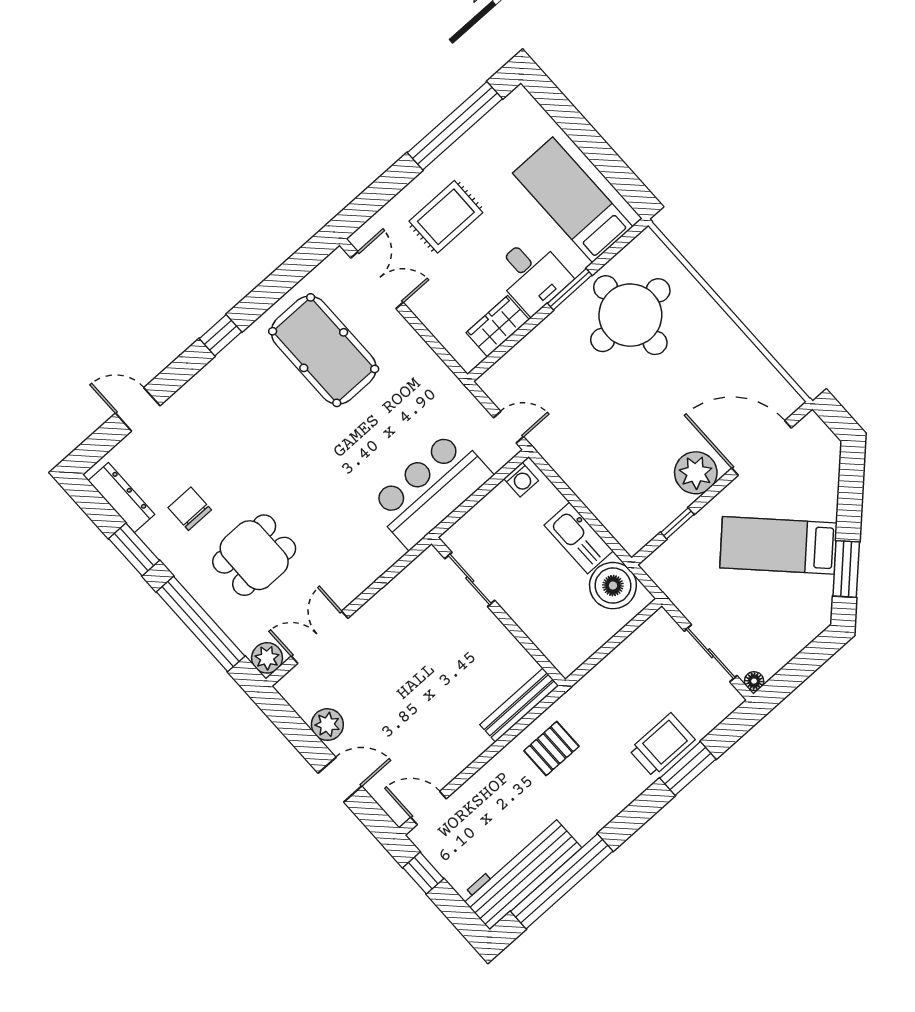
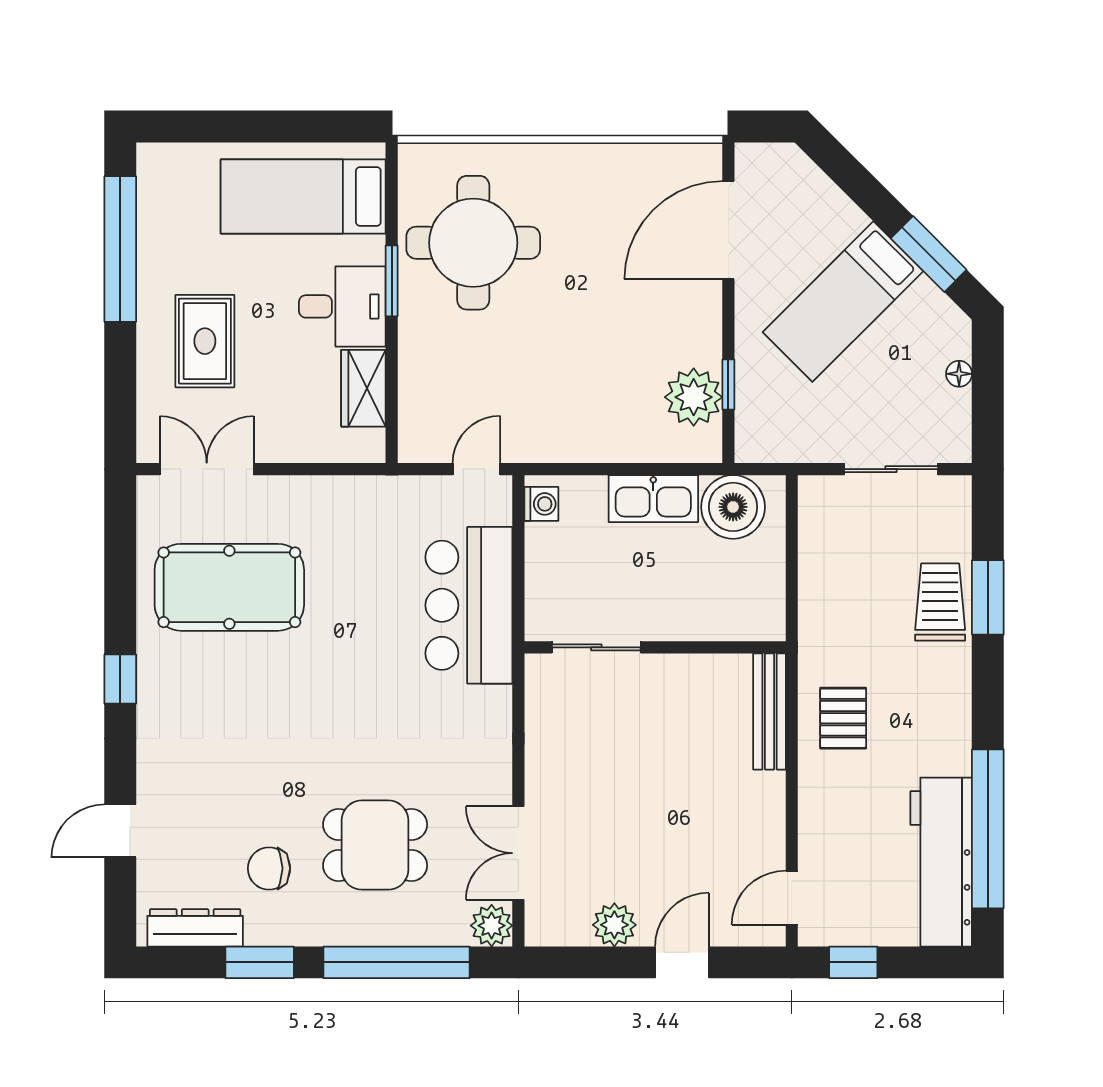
plant: (696, 473) -> (694, 397), moved
dining table: (254, 555) -> (375, 845), turned 90
floor lamp: (754, 681) -> (959, 374), moved

